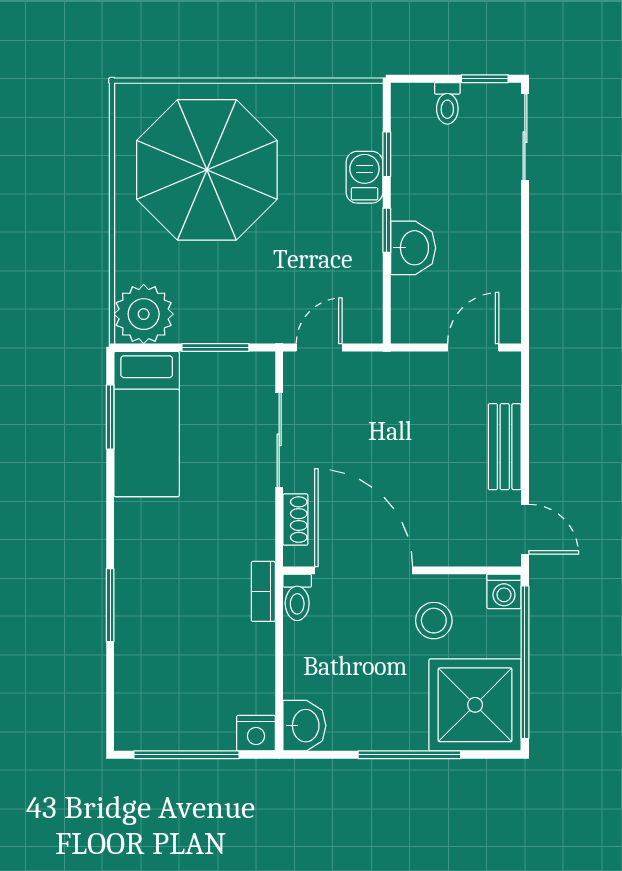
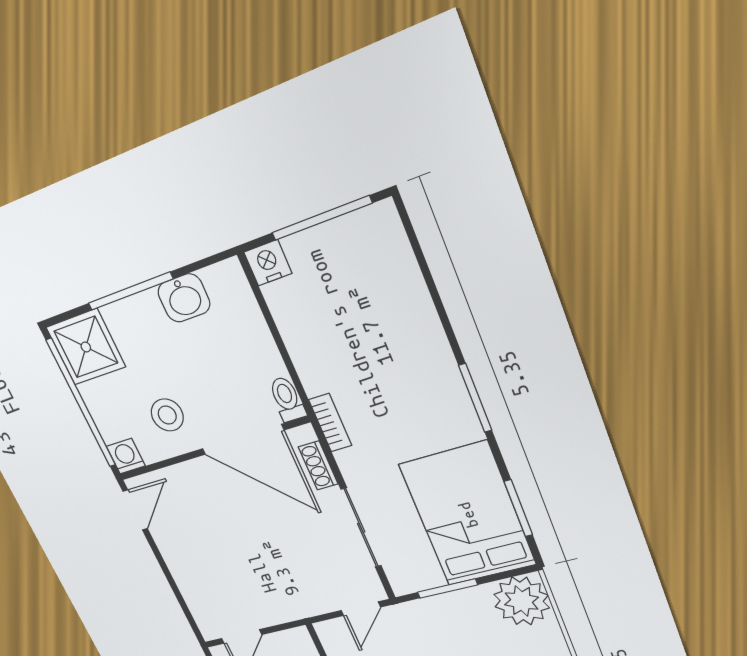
bed: (147, 424) -> (468, 515), width x1.50
bench: (505, 447) -> (182, 569), removed
door: (525, 529) -> (135, 510), swing flipped
bookcase: (263, 591) -> (330, 423), moved
window: (110, 605) -> (475, 398), moved
shower: (475, 705) -> (86, 347), width x0.73, depth x0.73
washbasin: (304, 726) -> (184, 298), moved, turned -90

